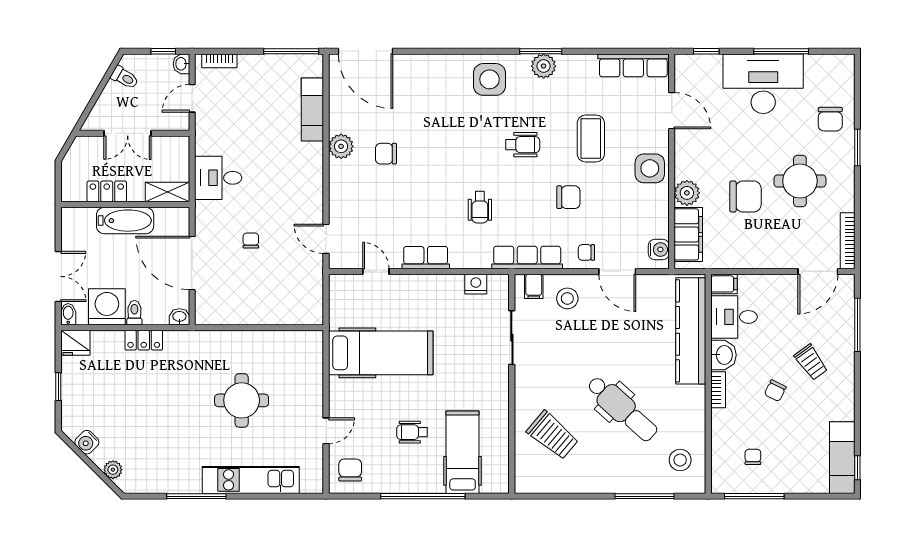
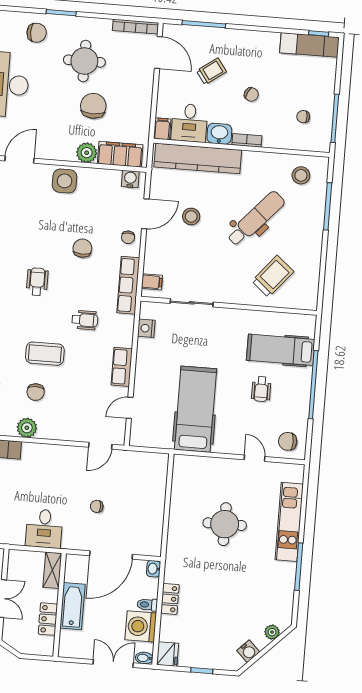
coffee table: (591, 139) -> (45, 354), moved
stool: (567, 298) -> (191, 217), moved
trolley: (811, 362) -> (211, 71), moved

